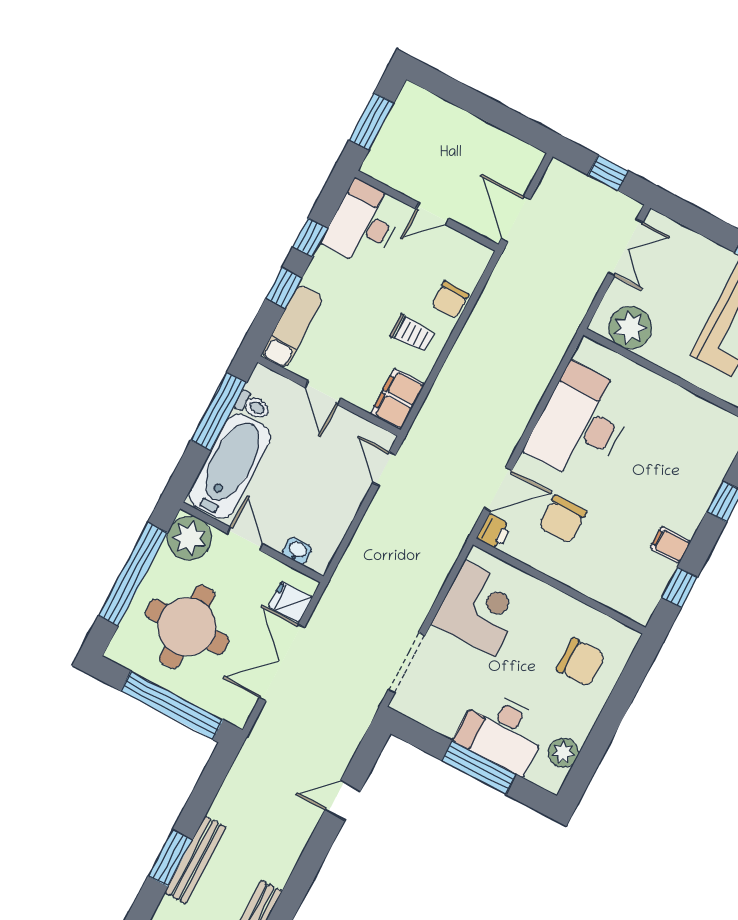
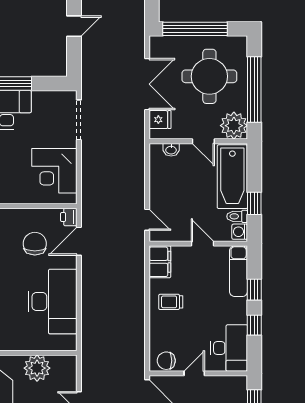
chair: (450, 300) -> (166, 361), moved, turned -90
plant: (630, 328) -> (37, 368), moved
washing machine: (261, 382) -> (240, 232), added
window: (219, 411) -> (254, 203), width x0.46

